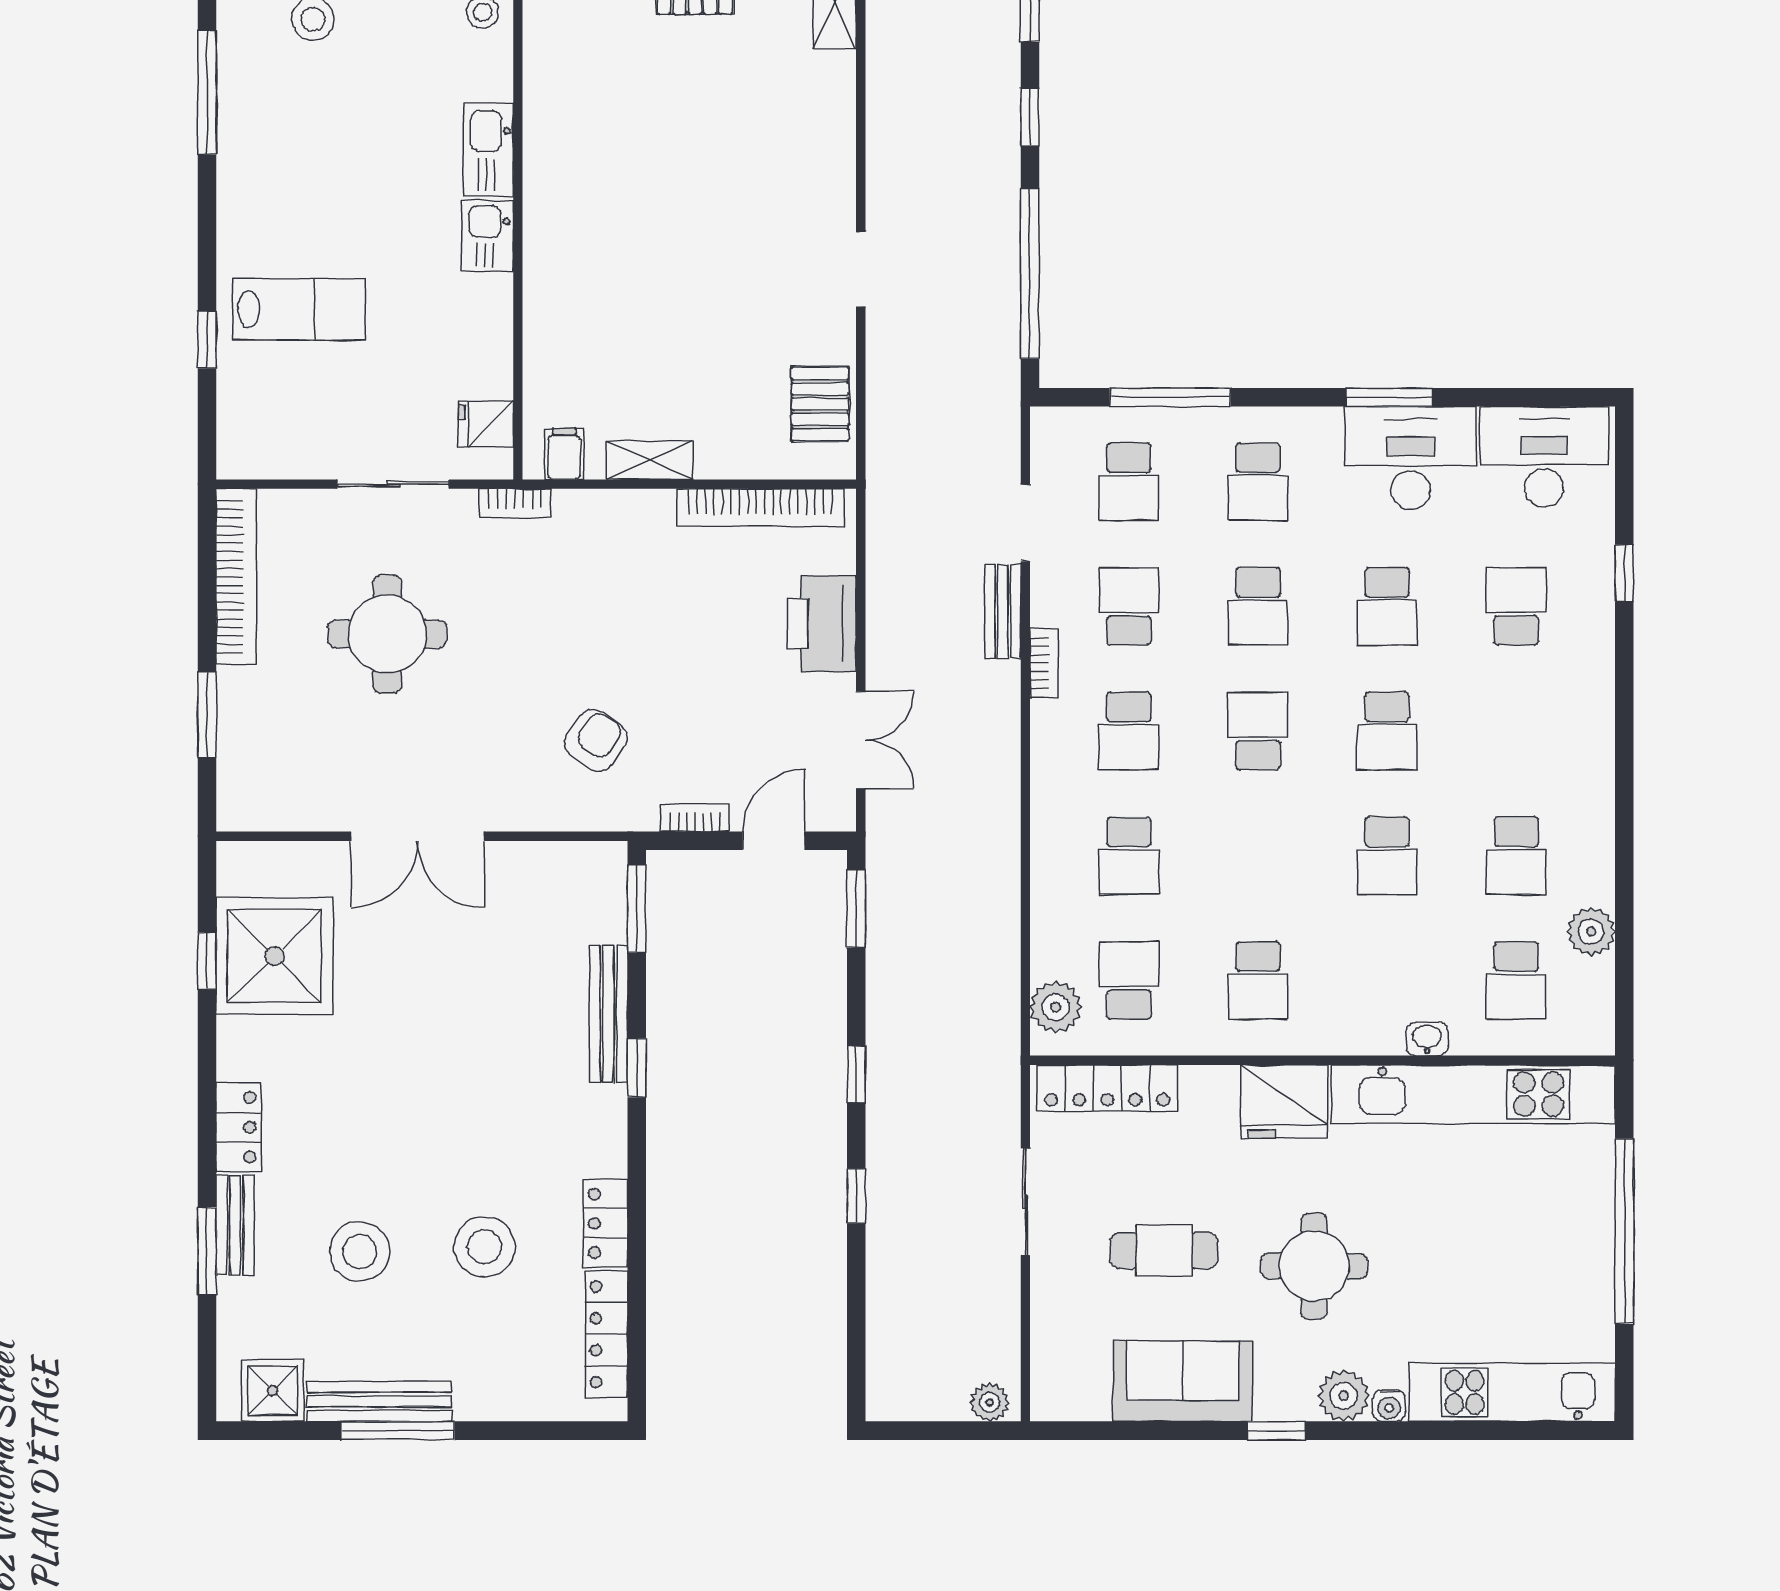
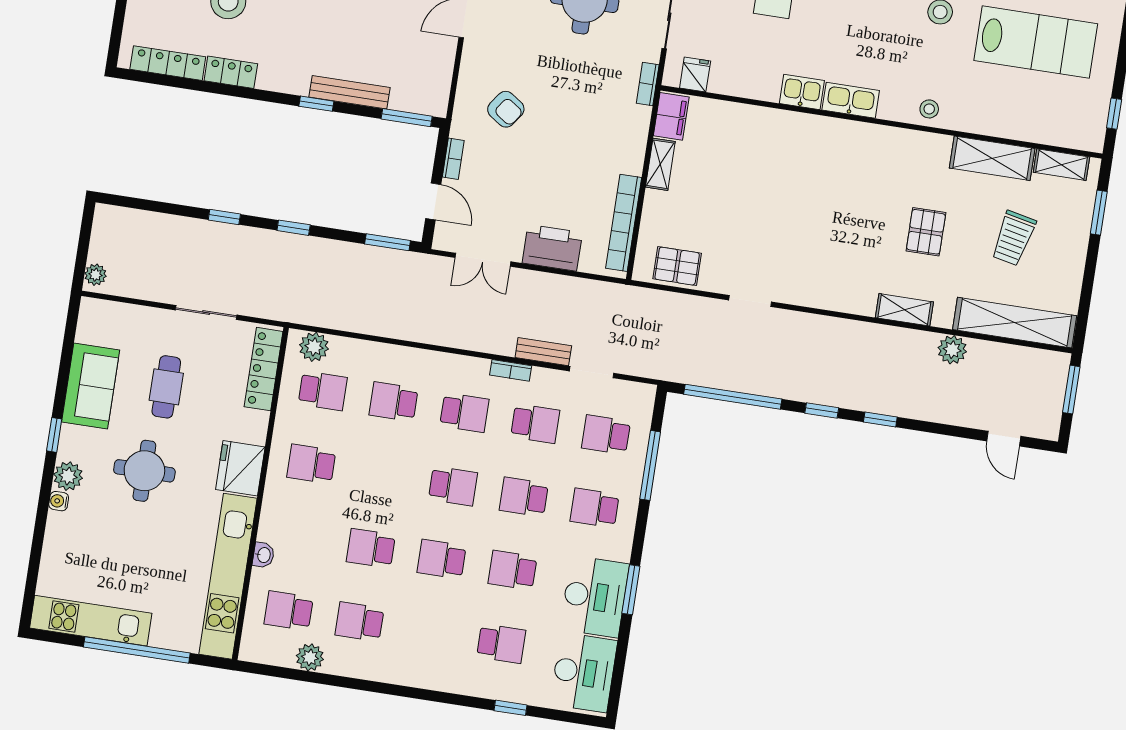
filing cabinet: (564, 454) -> (671, 116), width x2.00
school desk: (1129, 731) -> (464, 413), turned 180
kitchen unit: (1512, 1392) -> (91, 621), moved, turned -90

